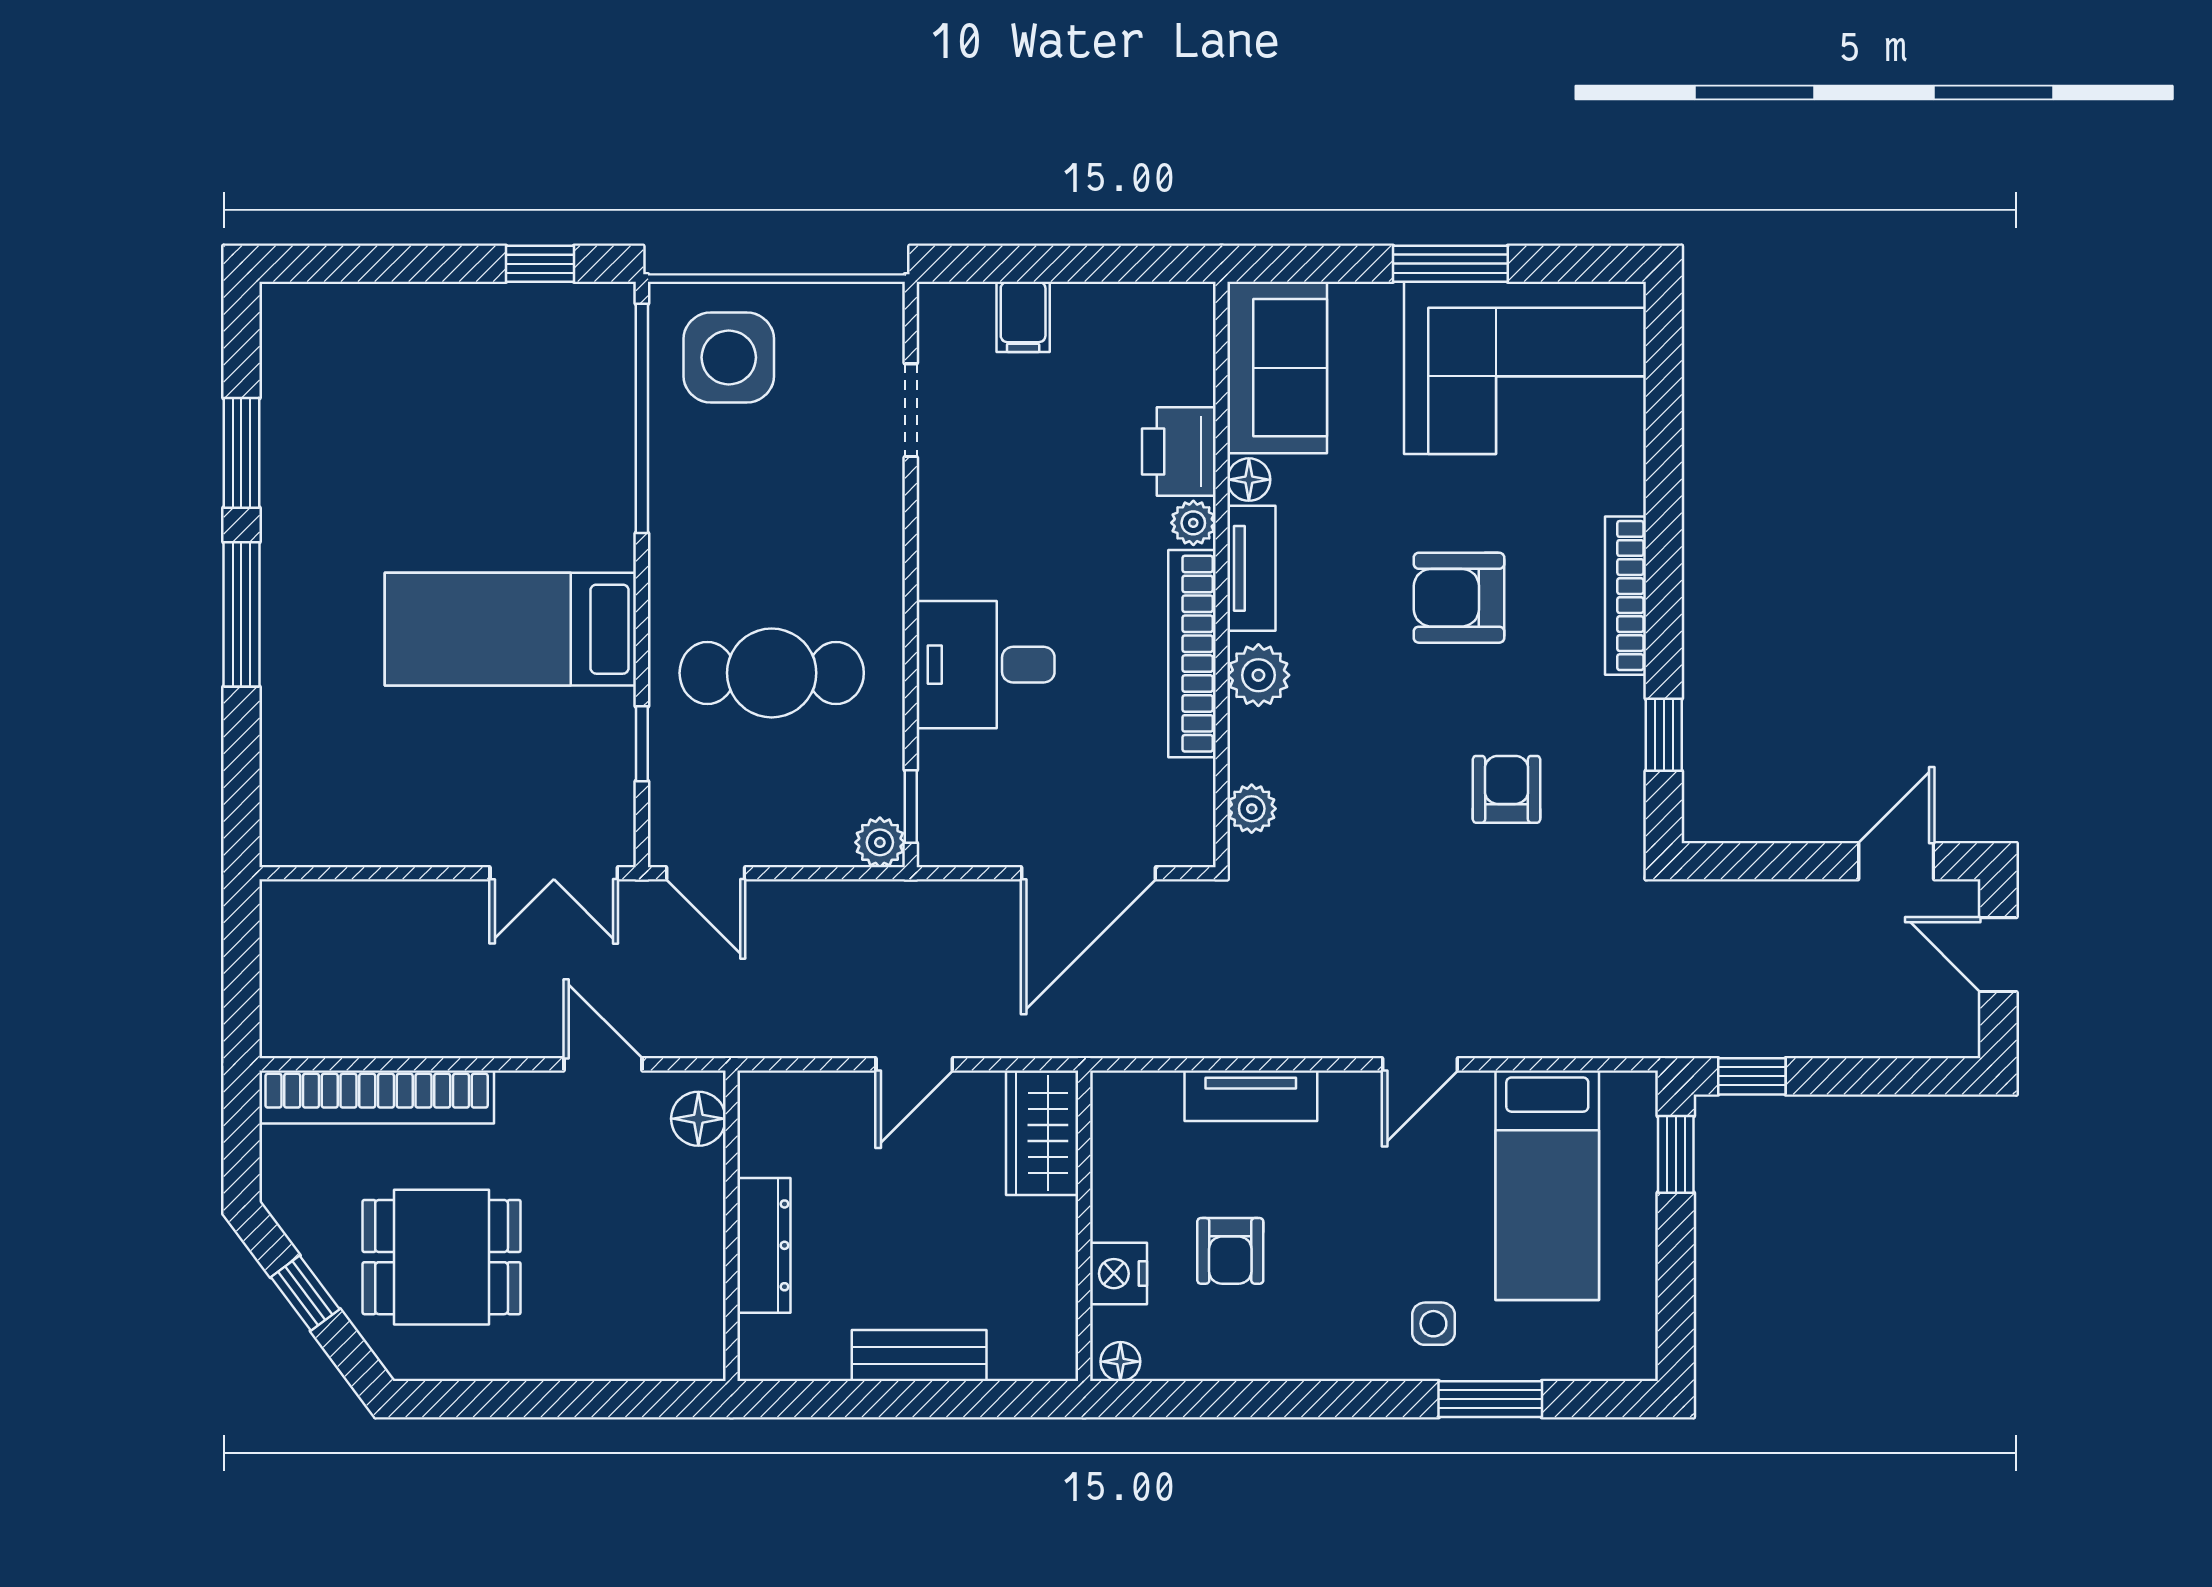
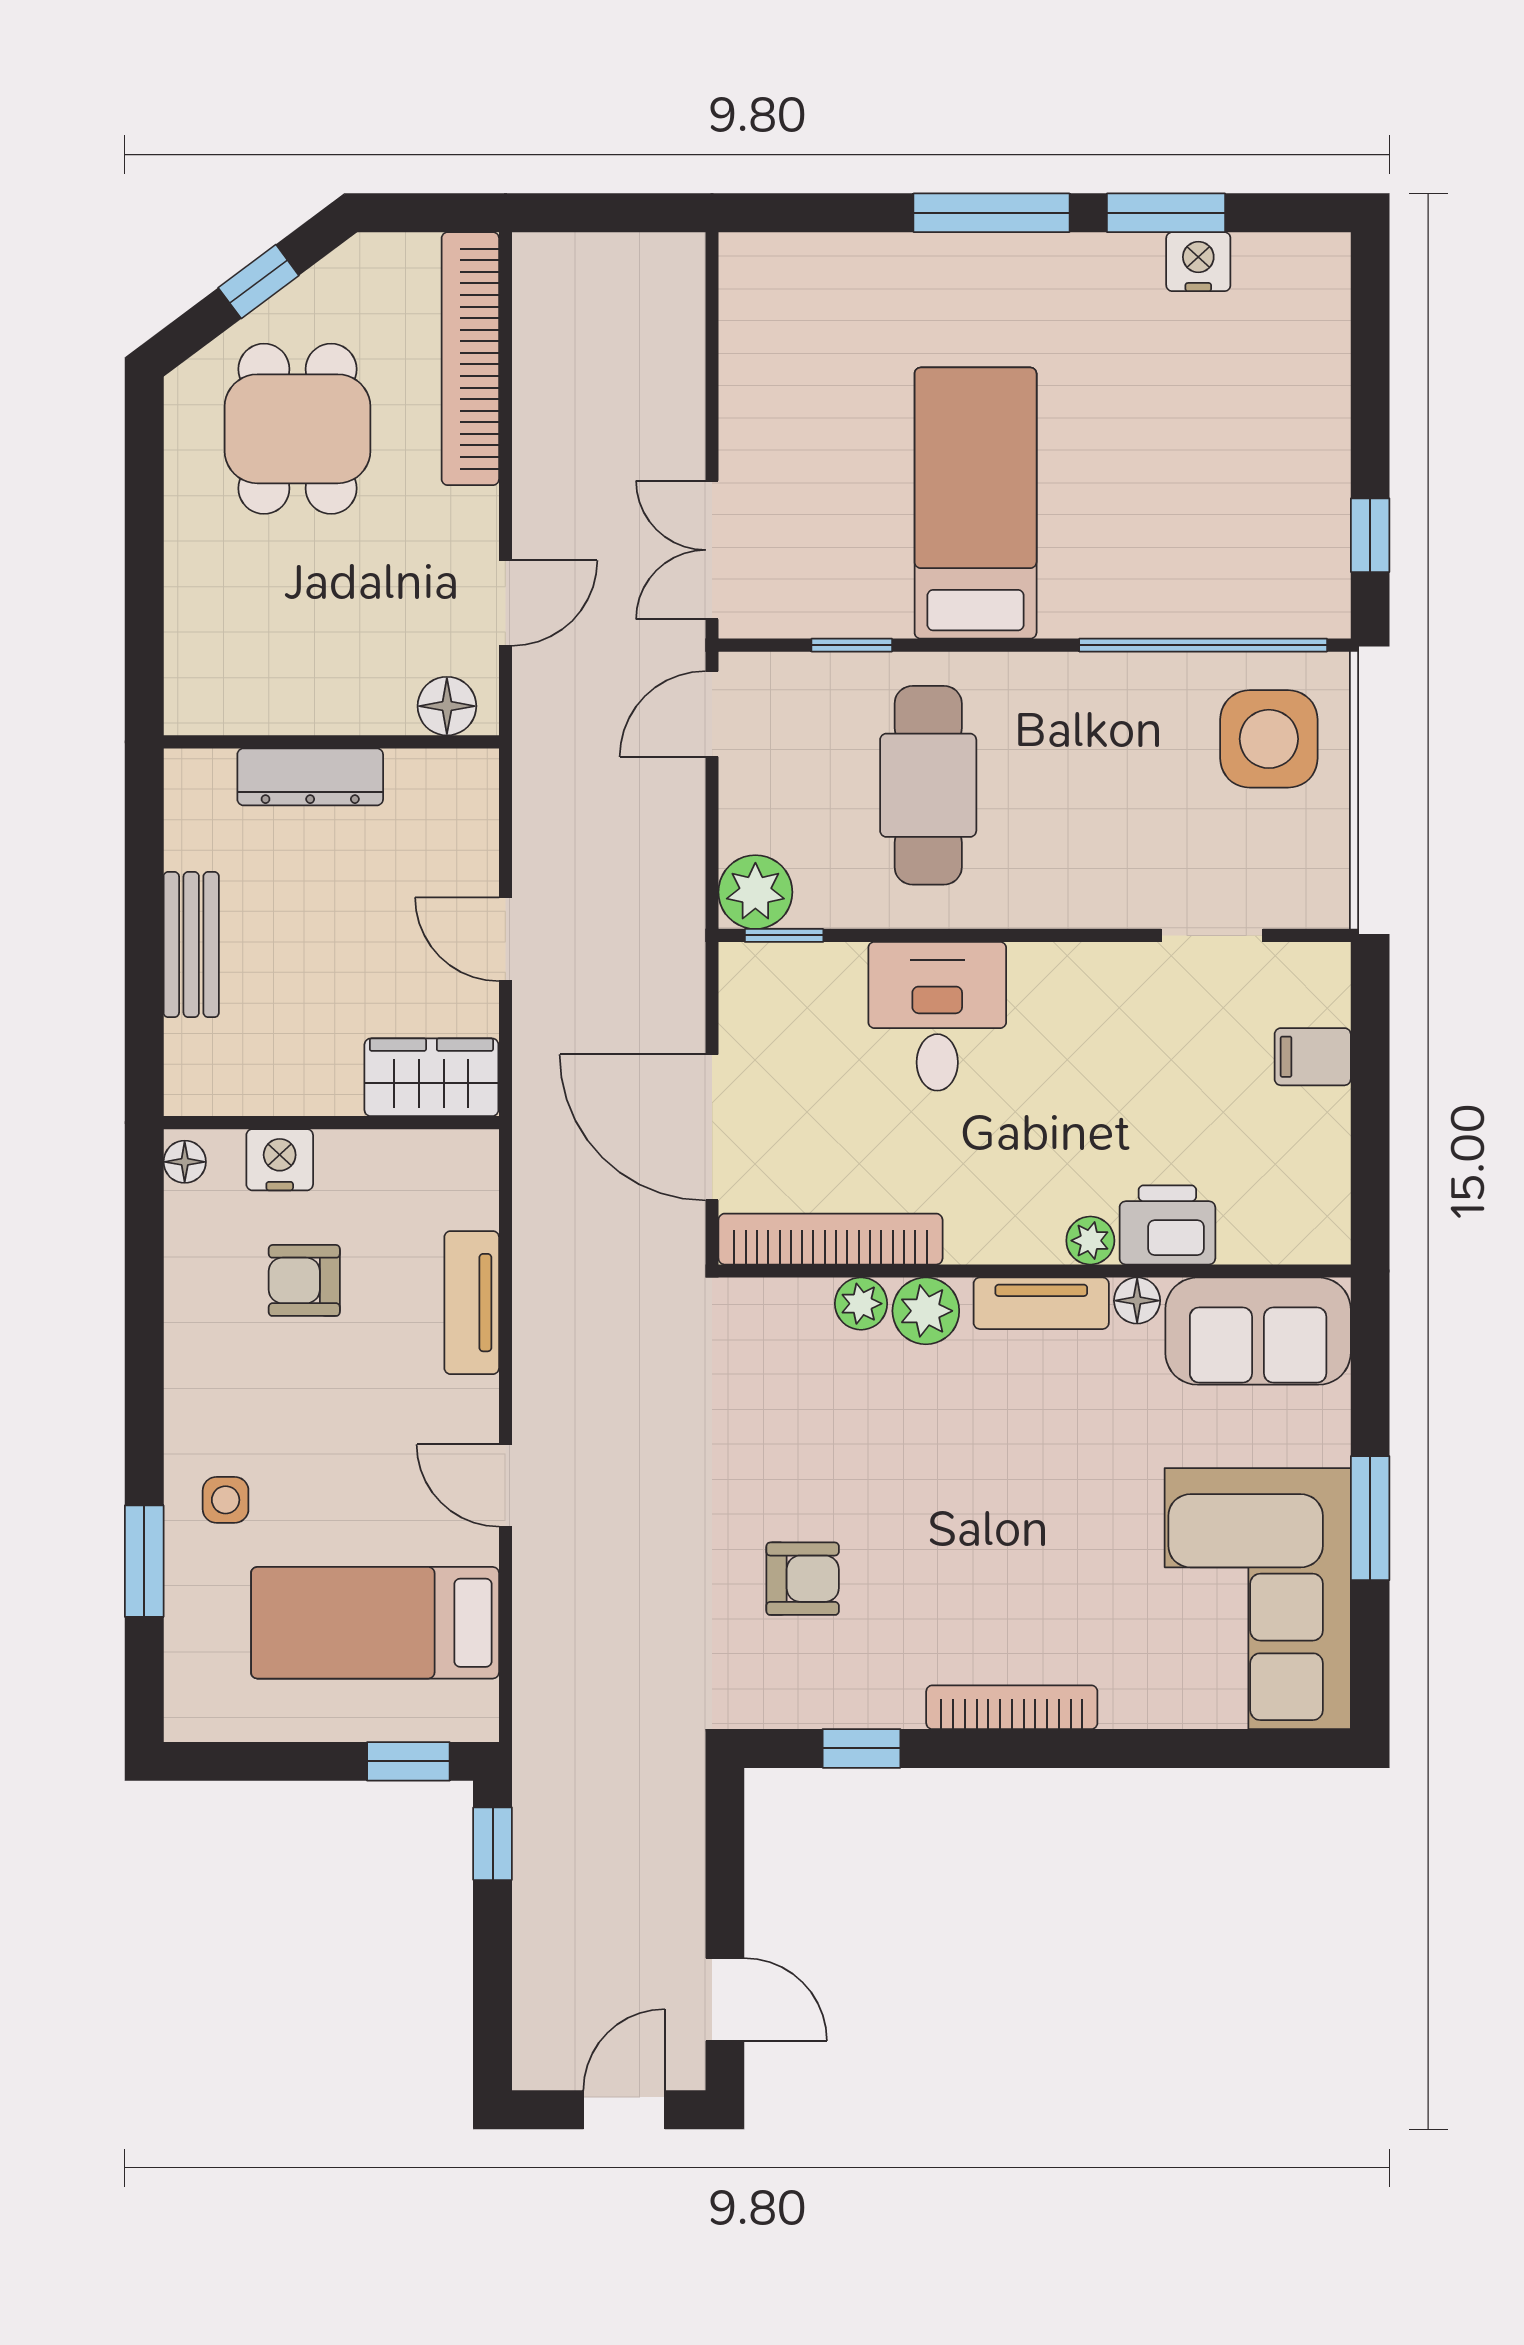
nightstand: (287, 423) -> (1198, 262), added
armchair: (1459, 598) -> (1010, 1527), removed
bookcase: (1192, 654) -> (830, 1239), moved
plant: (1252, 809) -> (861, 1304), moved
plant: (880, 842) -> (755, 892), width x1.38, depth x1.38

